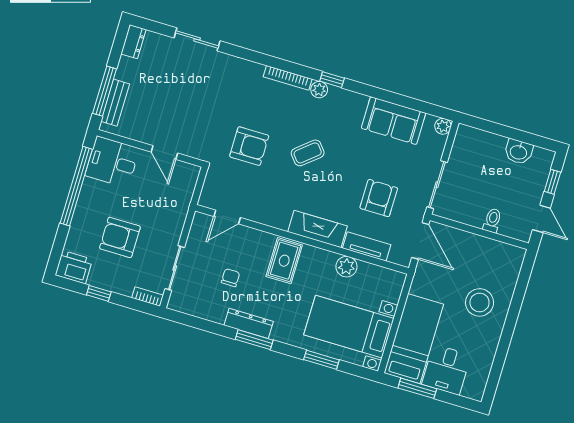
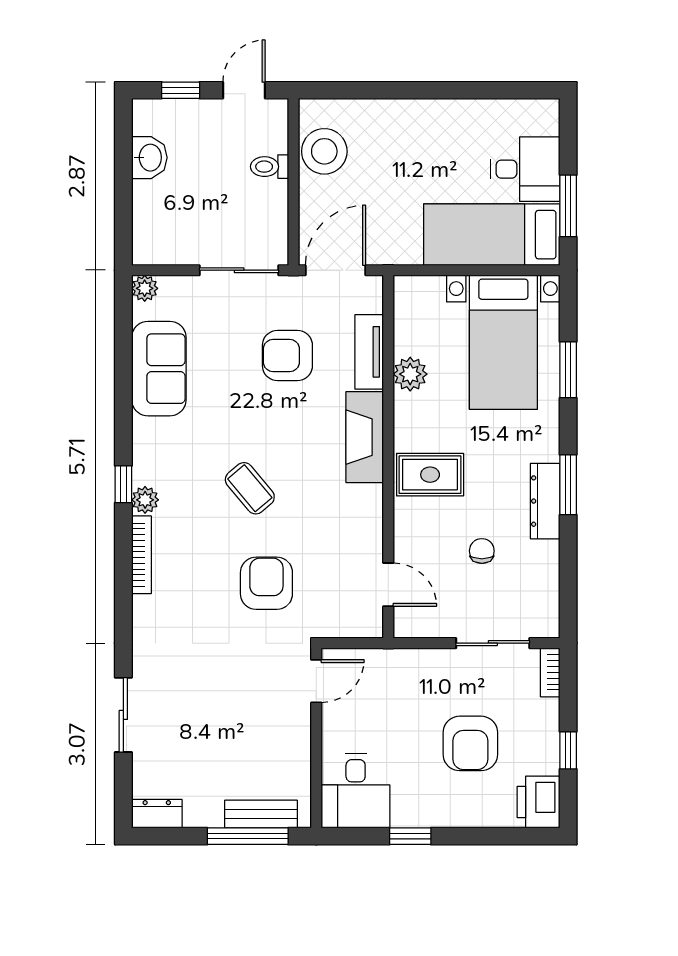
door: (164, 153) -> (316, 681), moved
window: (76, 186) -> (410, 836), width x0.32
chair: (231, 278) -> (482, 551), turned 90
stool: (480, 302) -> (324, 151), moved

